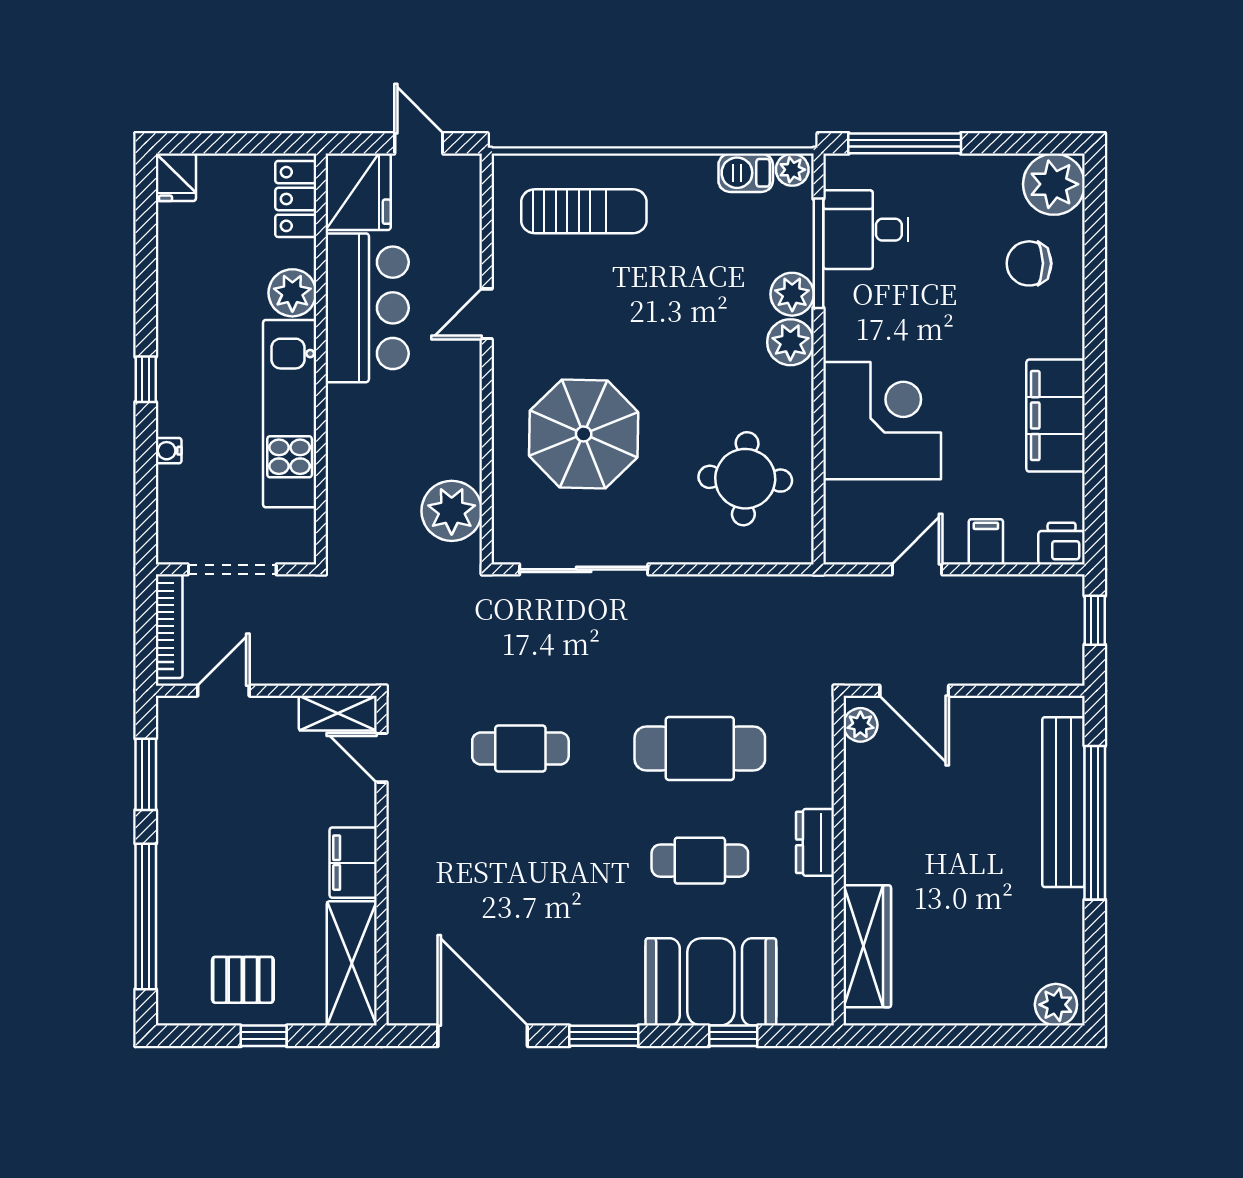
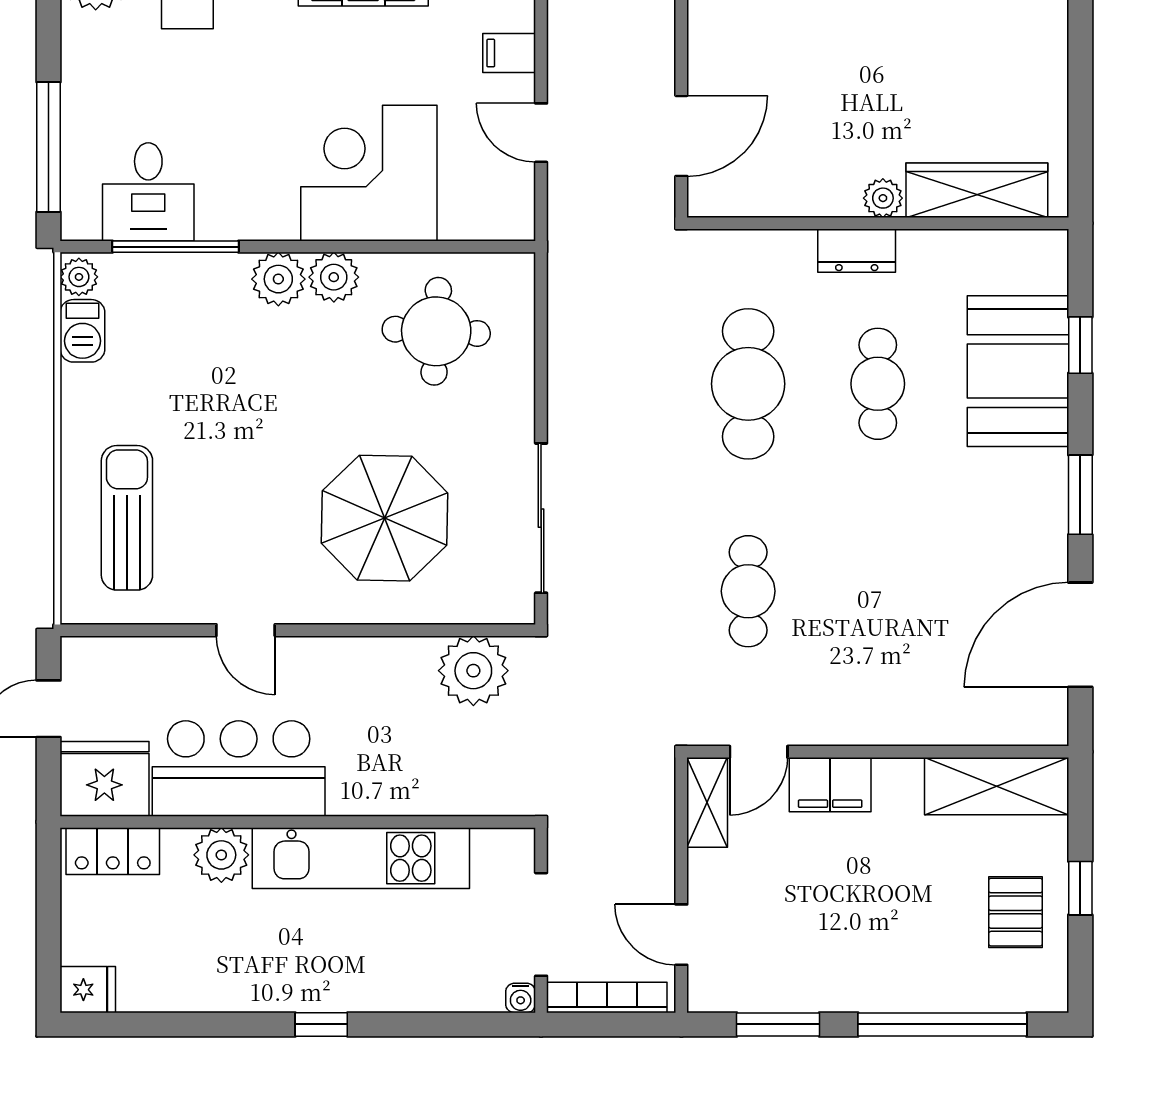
plant: (792, 294) -> (334, 277), moved
water cooler: (169, 451) -> (521, 998), moved
plant: (860, 725) -> (883, 198), moved
filing cabinet: (353, 863) -> (830, 785), moved

